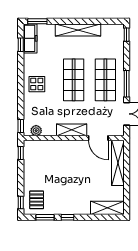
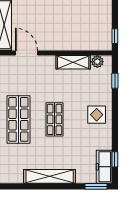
shop shelf: (74, 80) -> (55, 119), width x0.70, depth x0.74
window: (21, 126) -> (115, 81), moved
shelving: (72, 130) -> (73, 62), moved

